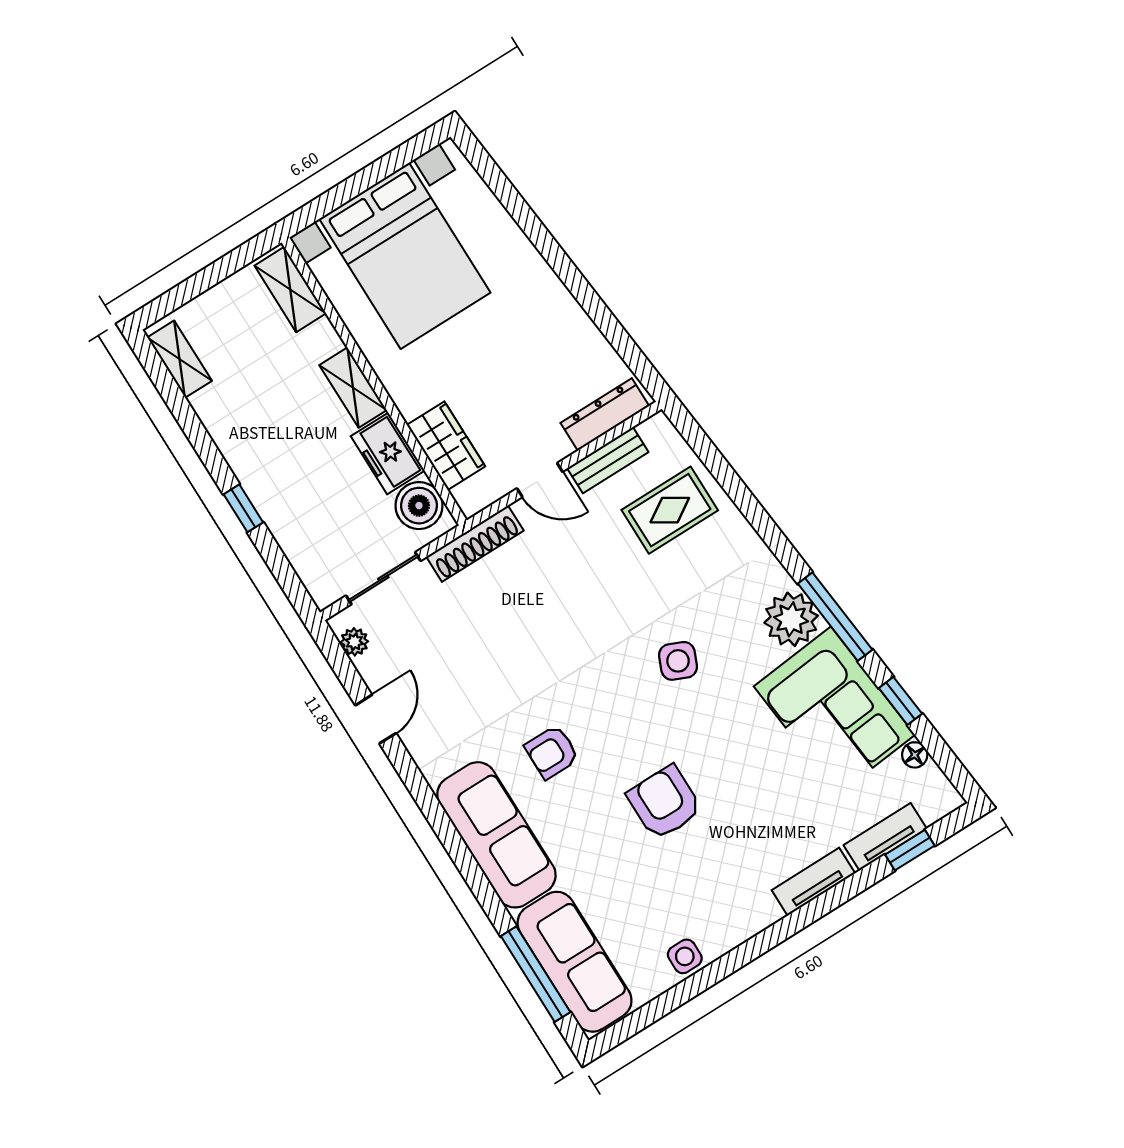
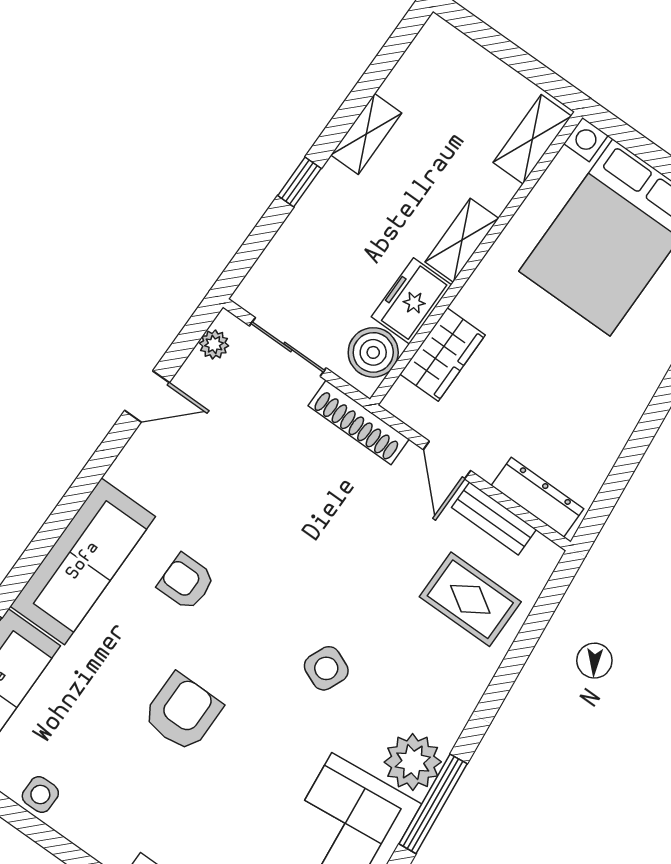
shelving: (180, 359) -> (366, 134), moved

